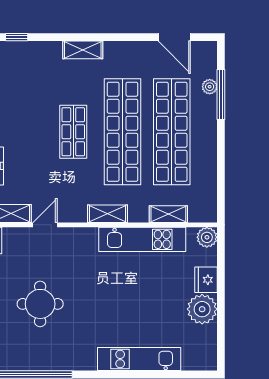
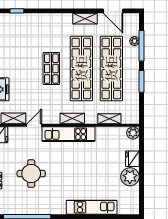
shelving: (83, 50) -> (85, 19), moved
window: (221, 153) -> (141, 81), added
kitchen unit: (142, 239) -> (68, 134), moved

